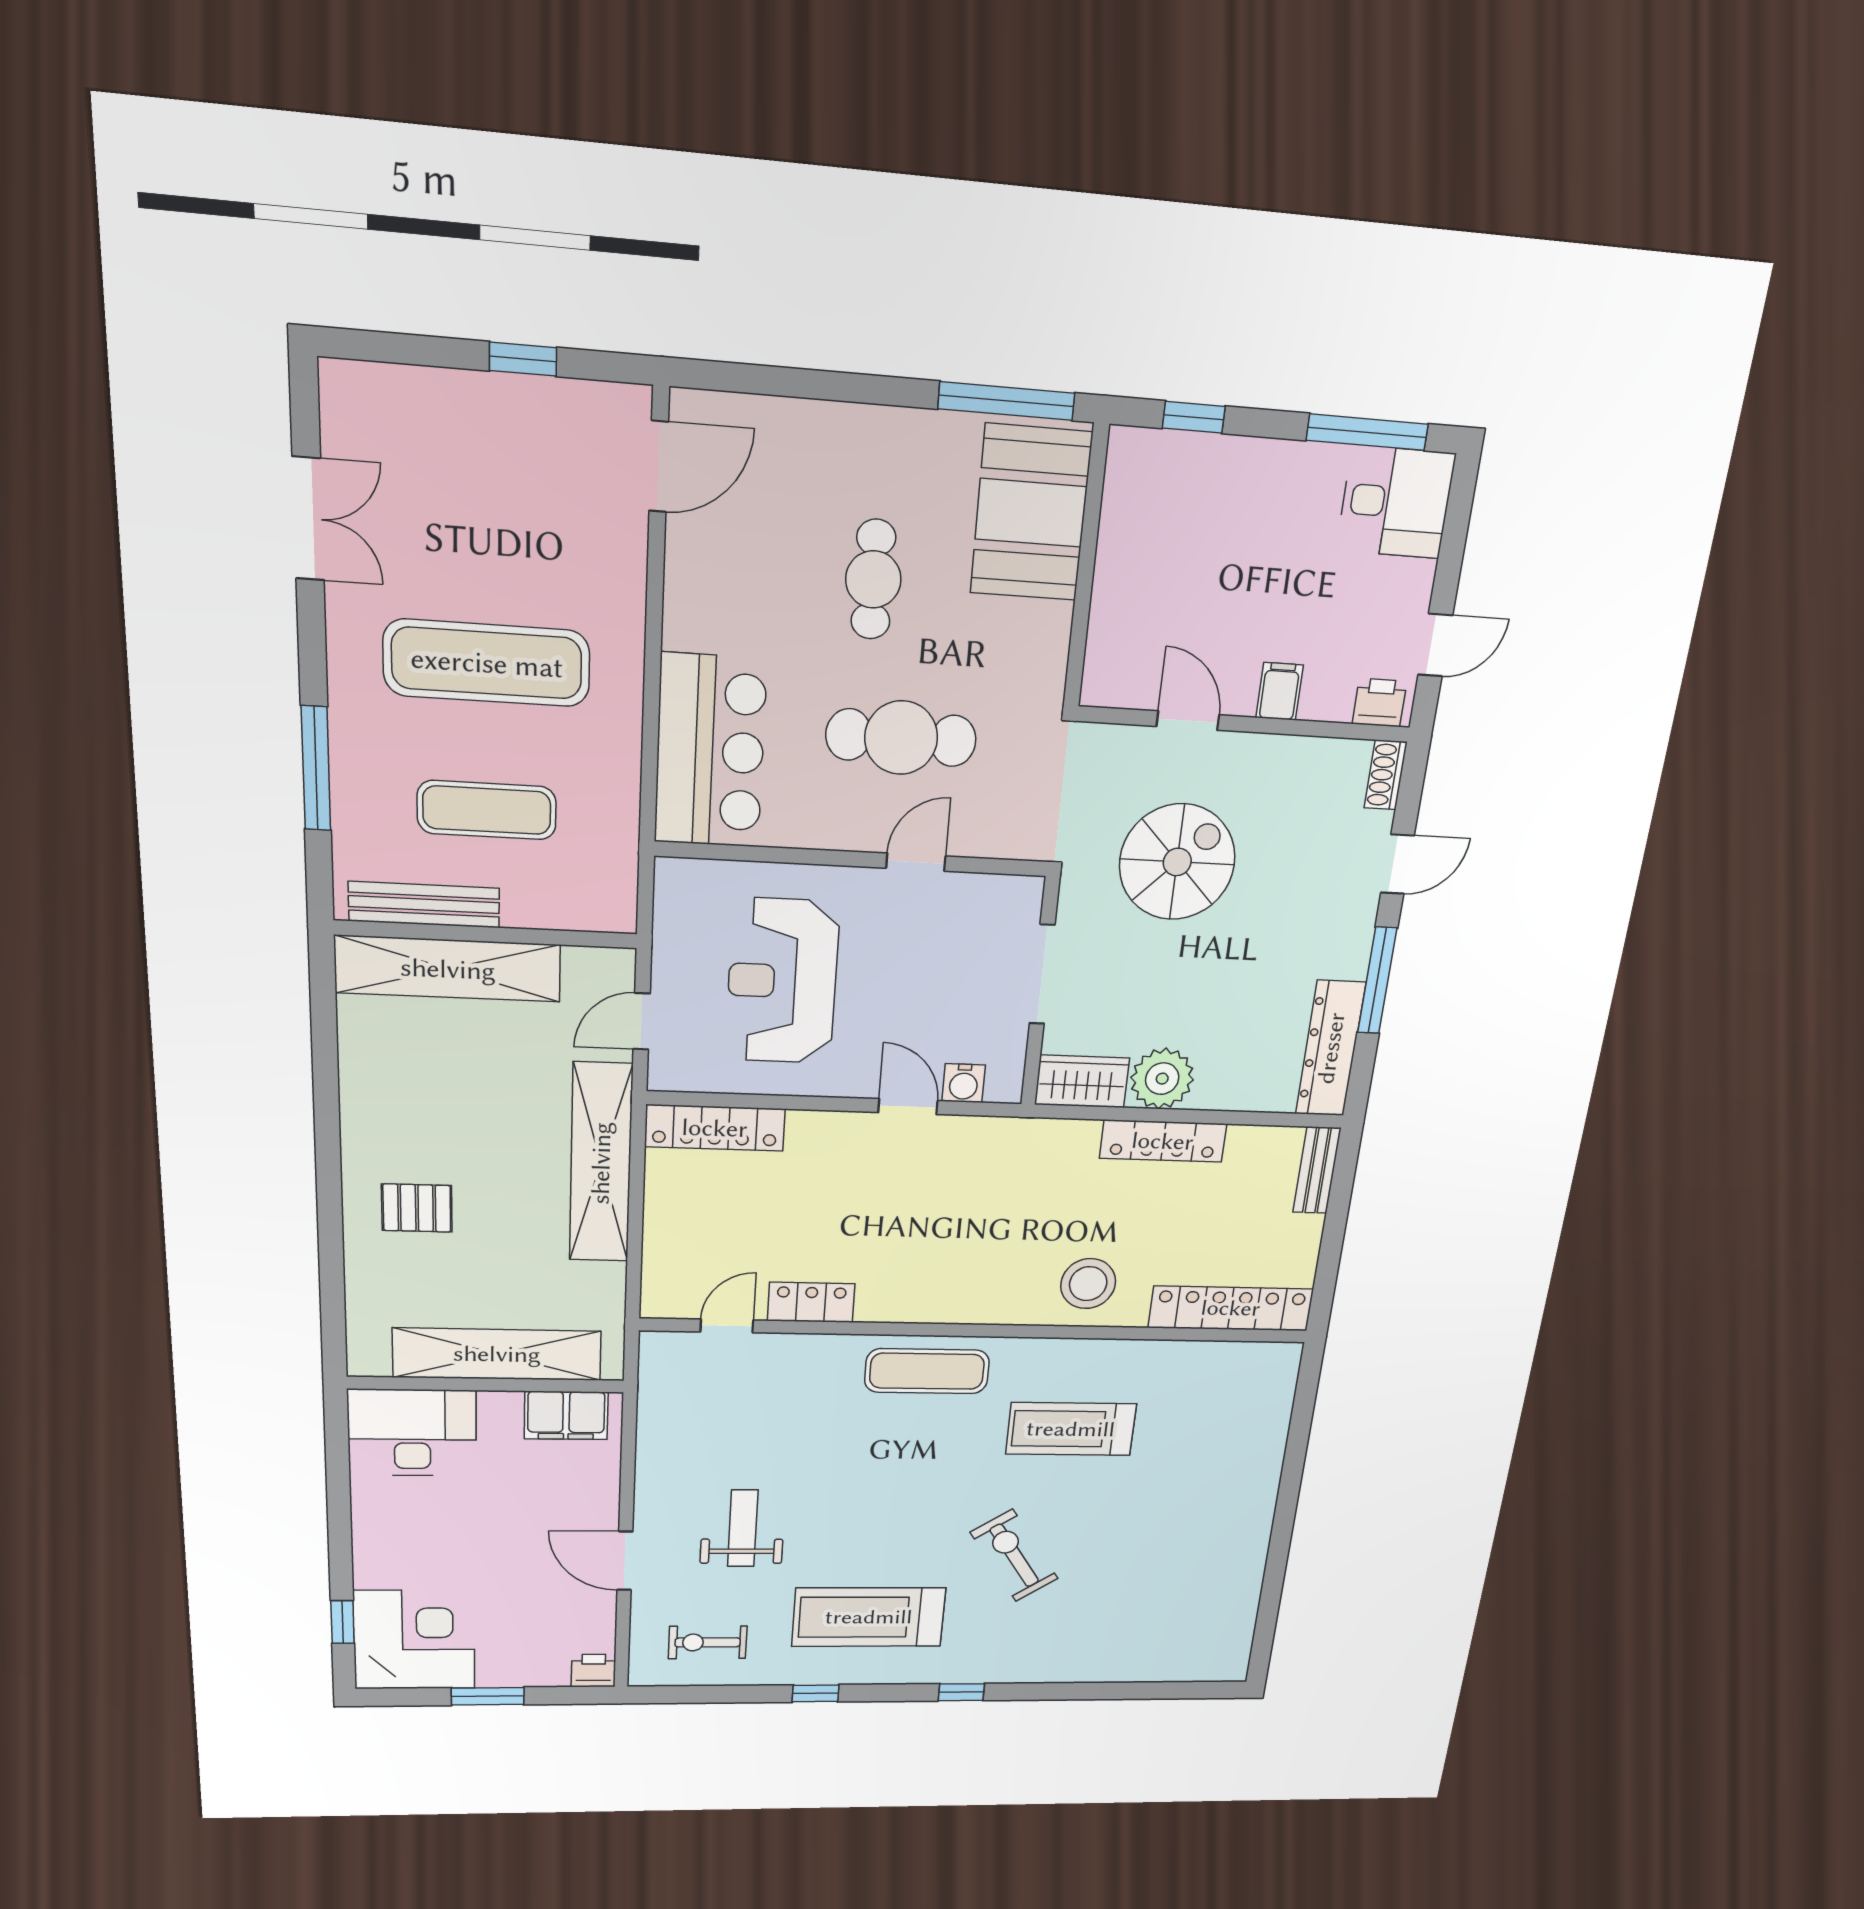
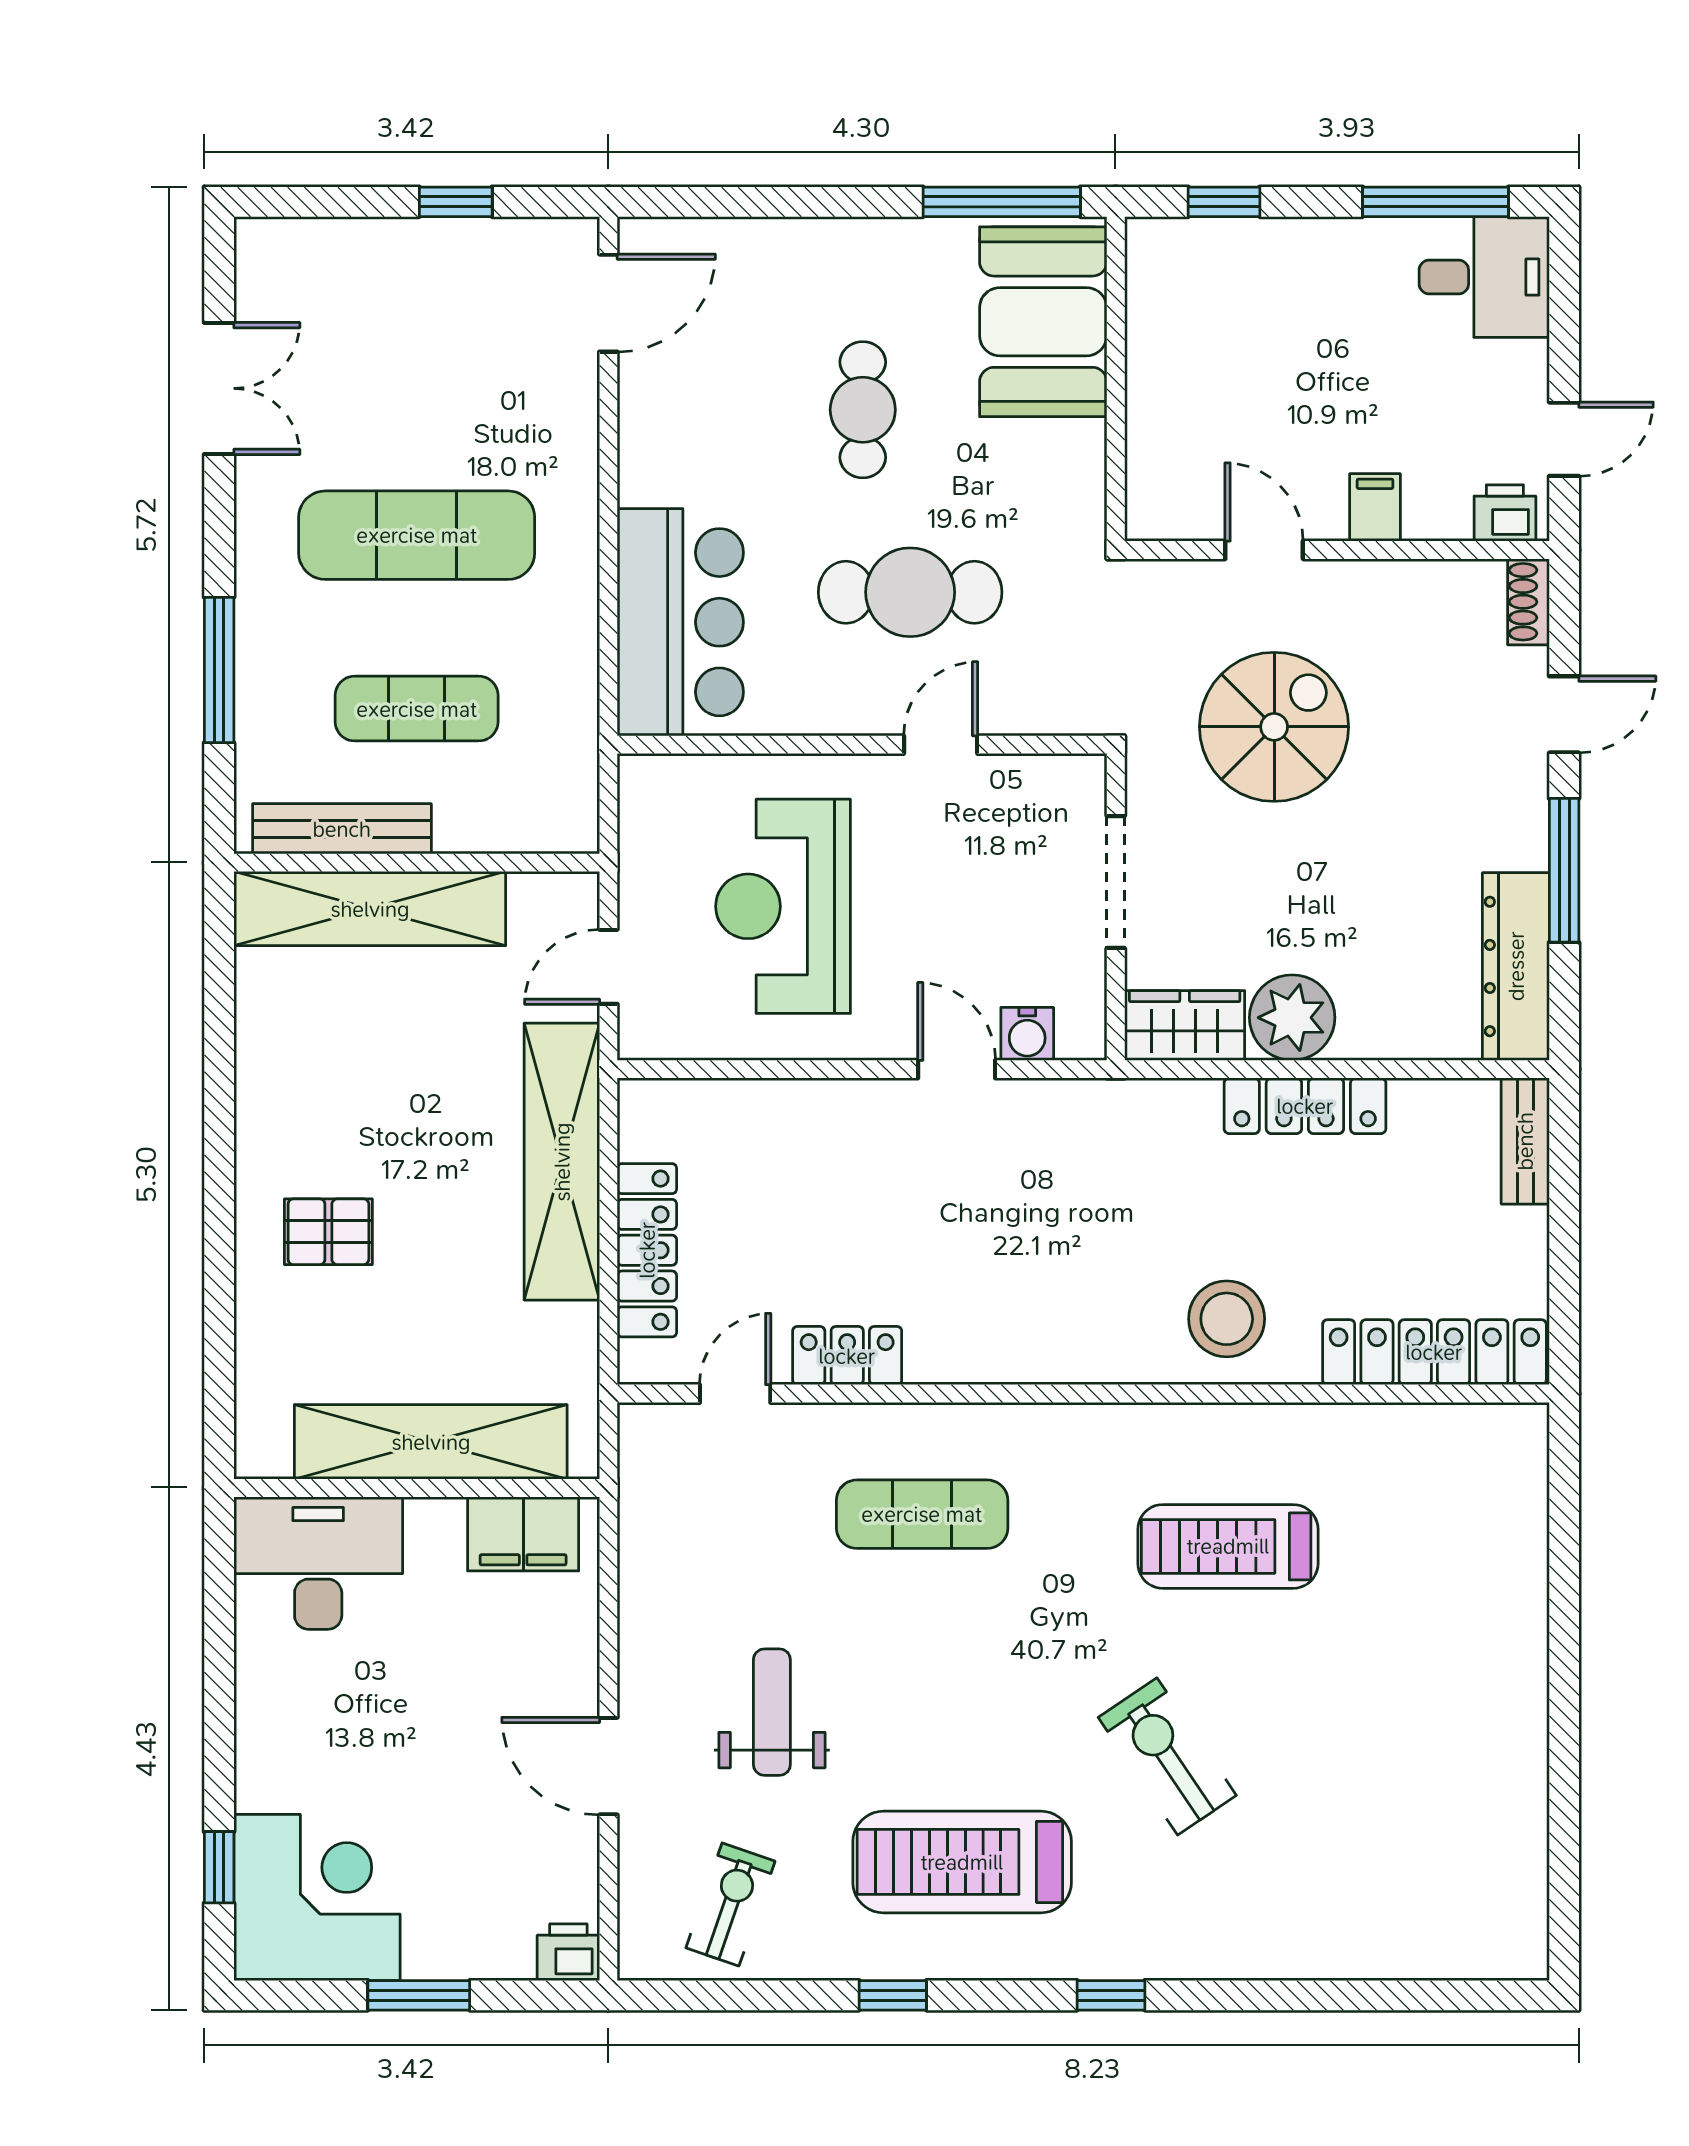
locker: (715, 1128) -> (647, 1250), moved, turned -90
exercise mat: (927, 1371) -> (922, 1514), moved
exercise bike: (708, 1642) -> (730, 1904), turned 109

